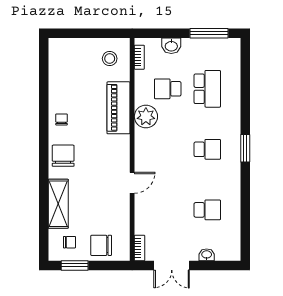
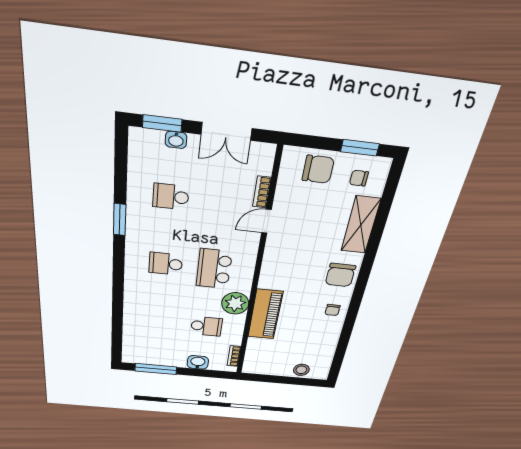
stool: (110, 59) -> (301, 370), moved
school desk: (207, 89) -> (214, 269), moved
window: (245, 148) -> (120, 220), moved
door: (132, 183) -> (266, 221), moved
bookcase: (140, 248) -> (262, 192), moved
double door: (172, 265) -> (226, 131), swing flipped
window: (217, 265) -> (162, 123), added

